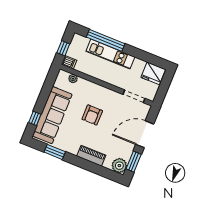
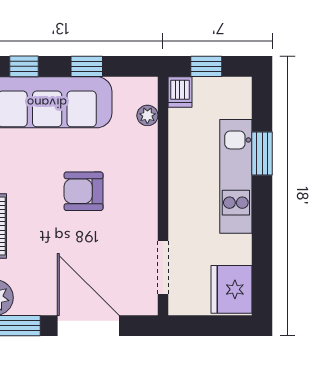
window: (106, 40) -> (262, 154), width x0.47
window: (45, 94) -> (87, 66), added

